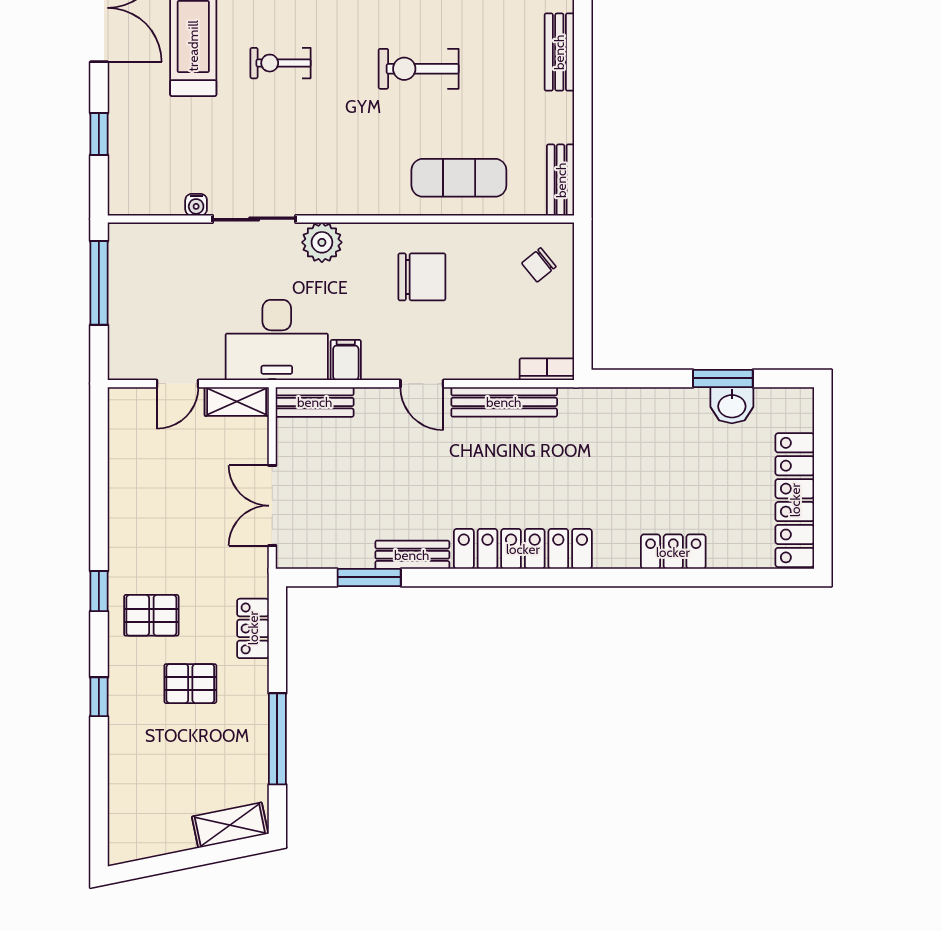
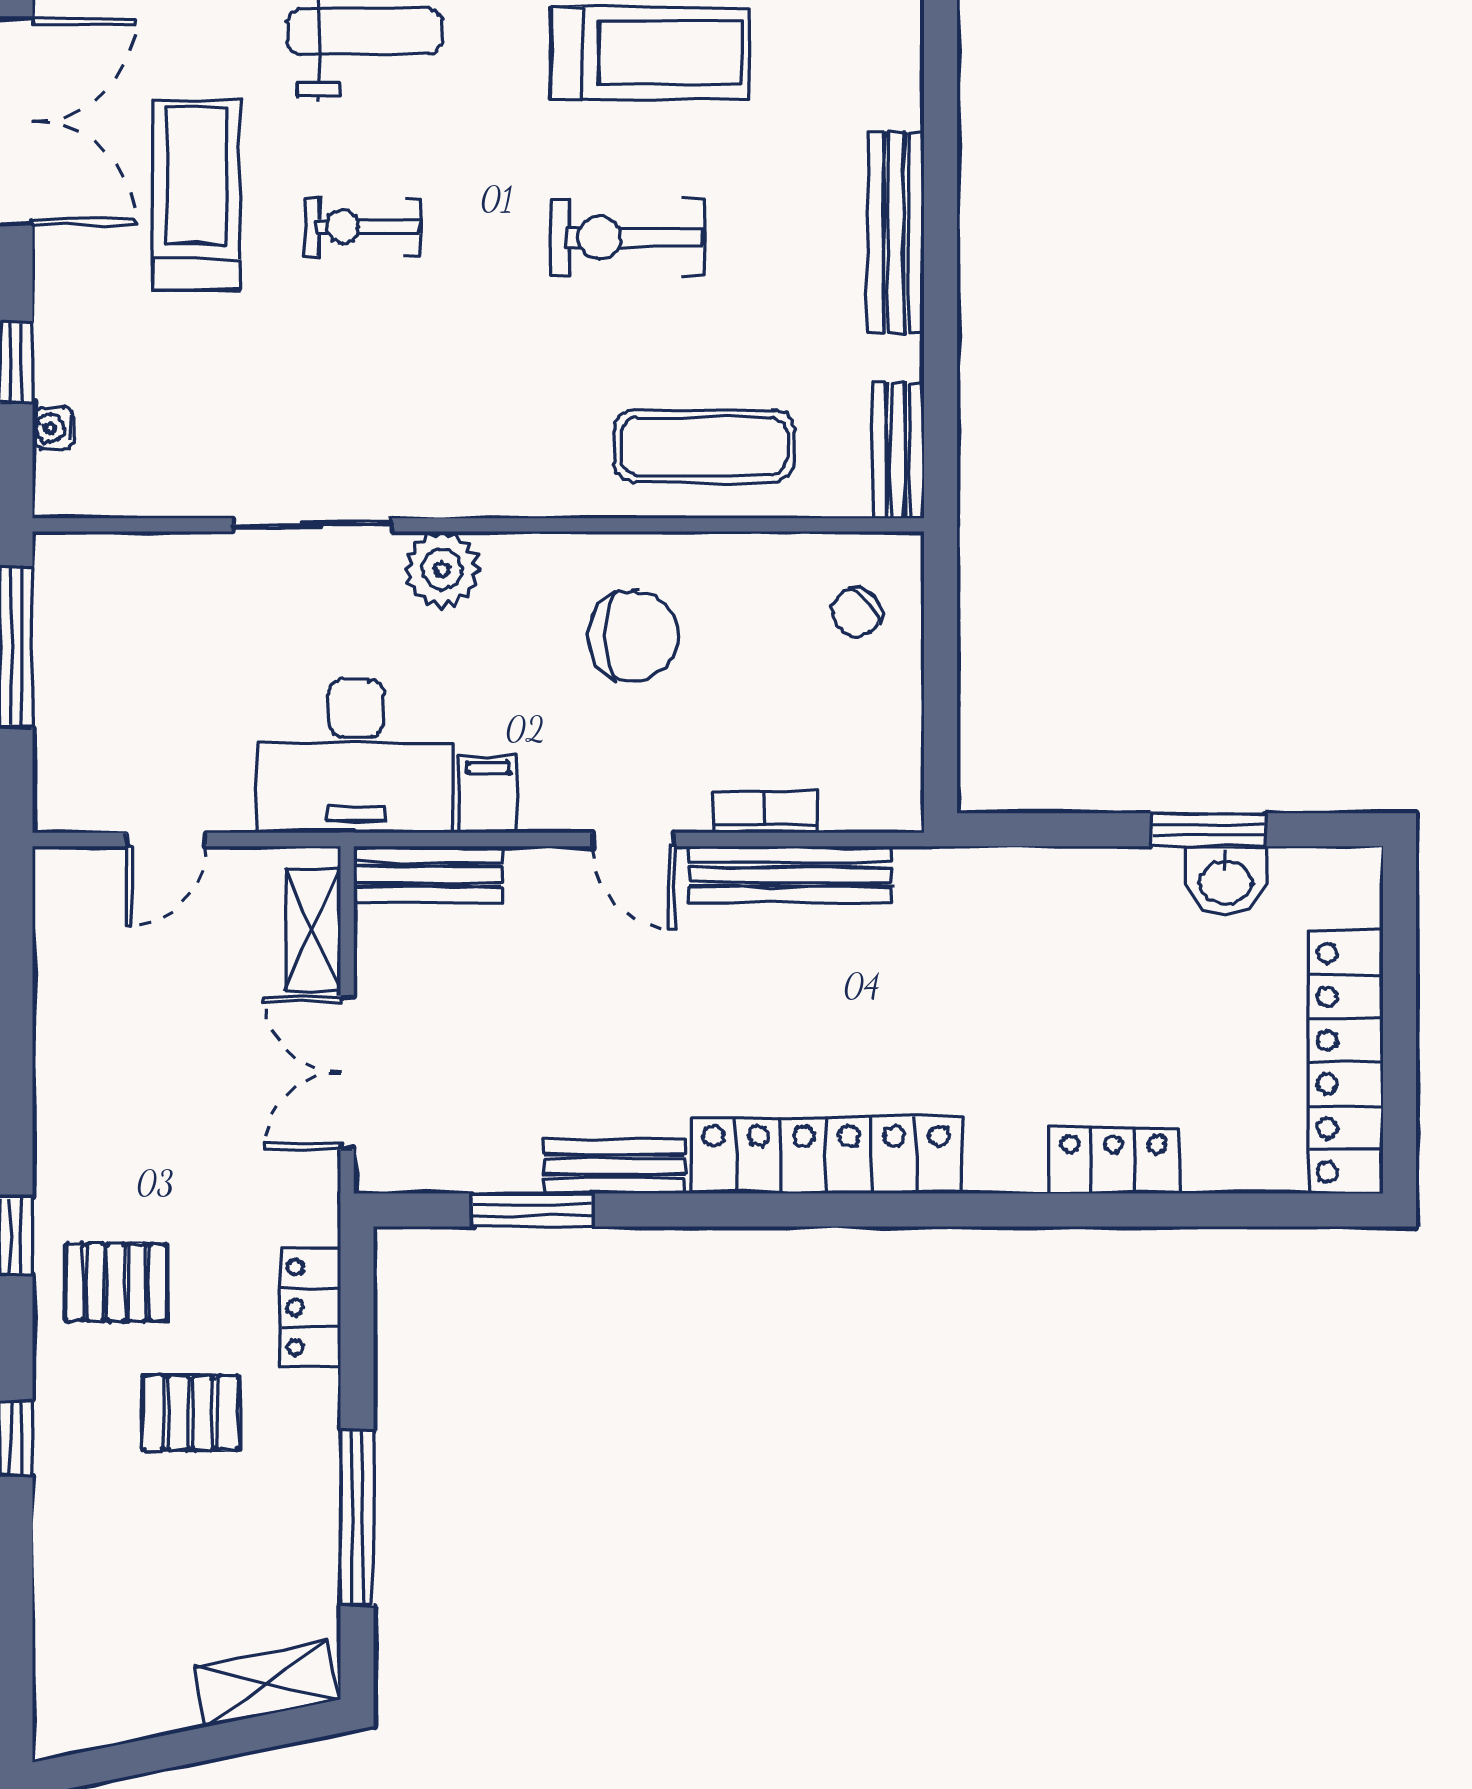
bench: (559, 52) -> (896, 233), width x1.36
water cooler: (196, 205) -> (53, 428), moved, turned 90
bookcase: (547, 369) -> (765, 812), moved
shelving: (237, 402) -> (313, 930), moved, turned 90

